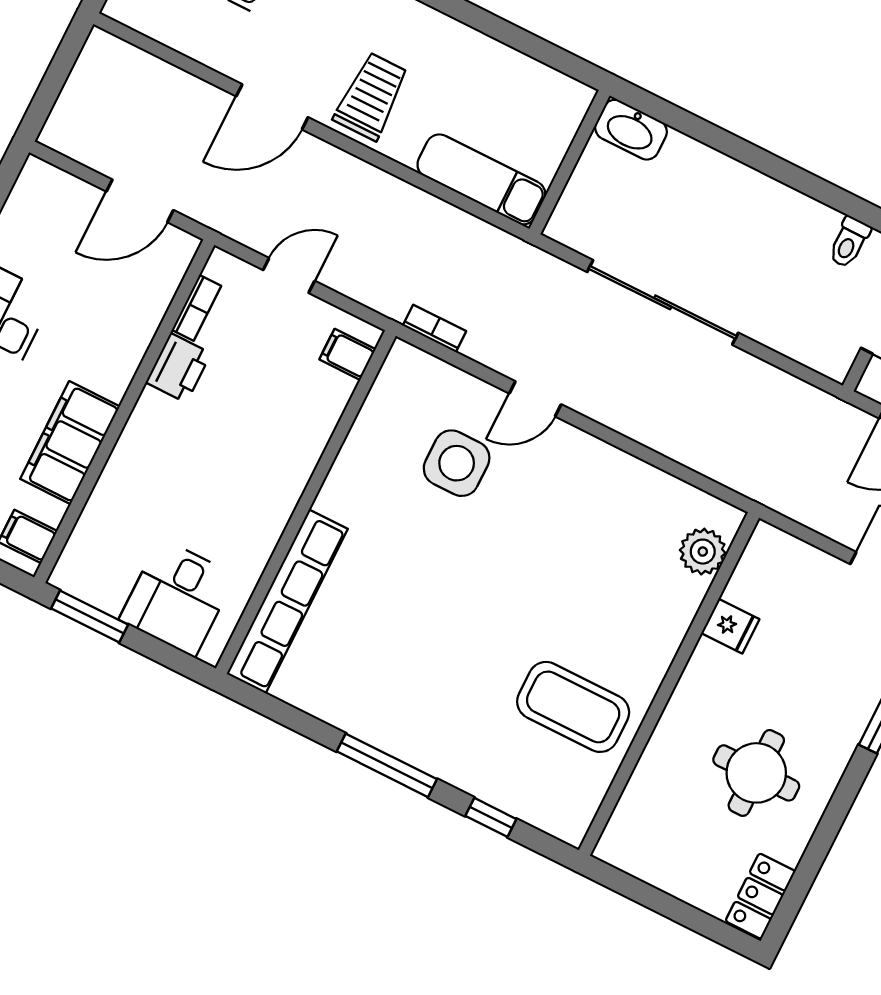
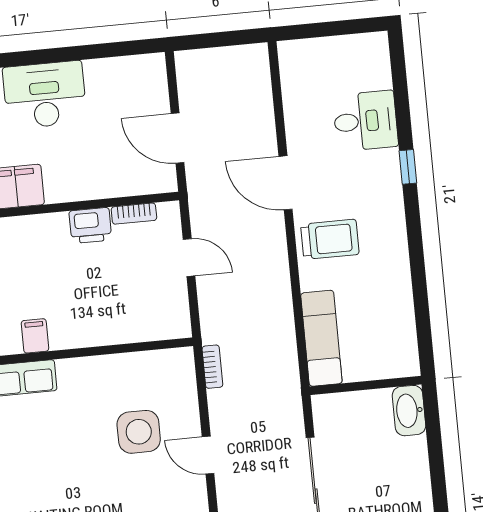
filing cabinet: (347, 354) -> (35, 336), moved

